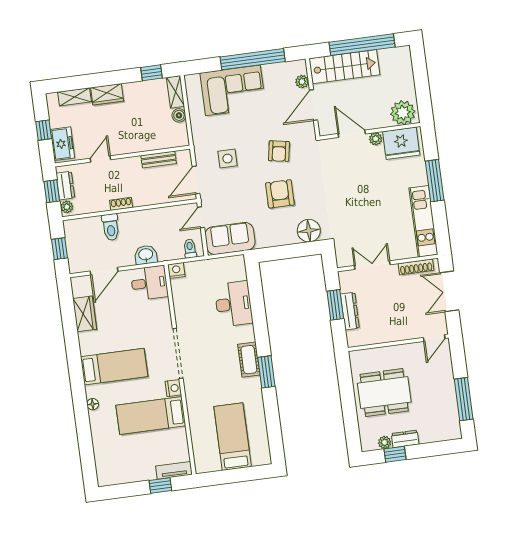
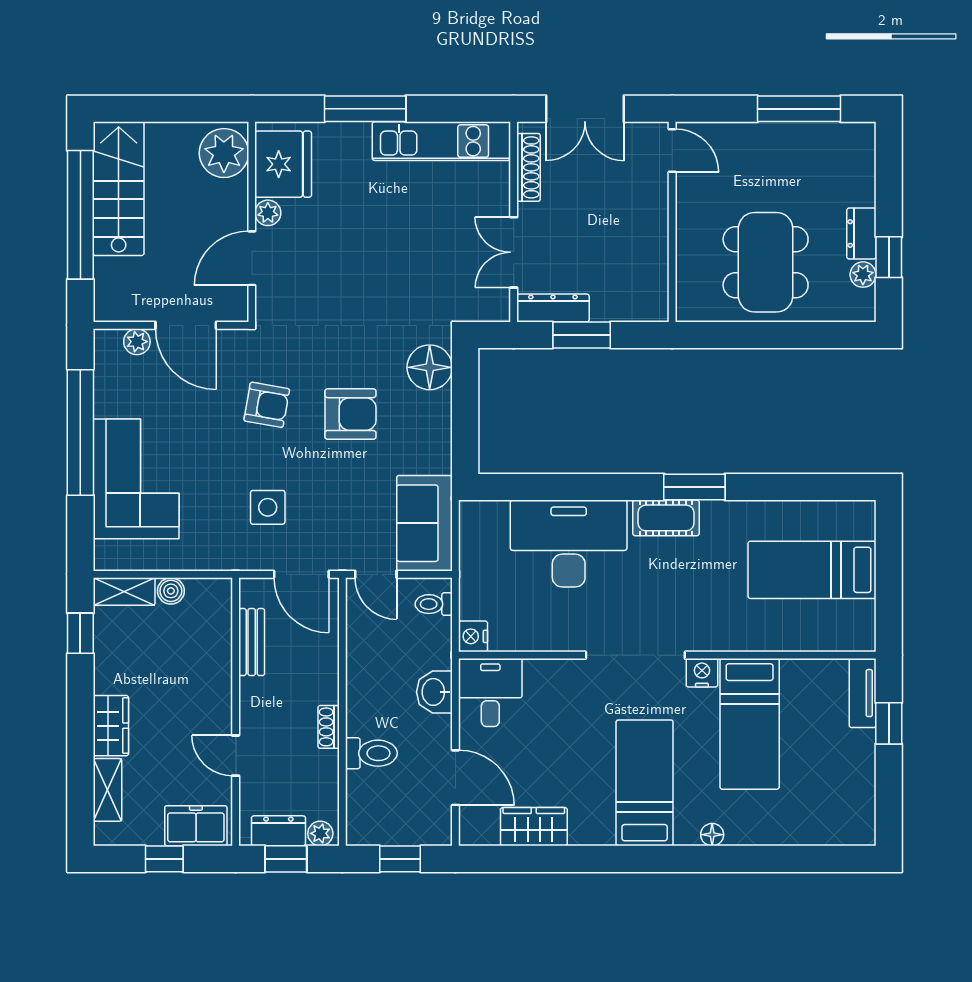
stairs: (344, 67) -> (119, 189), moved
armchair: (280, 194) -> (350, 414), turned 180
desk: (233, 304) -> (569, 544), width x1.36, depth x1.30
dresser: (350, 311) -> (553, 308), moved

